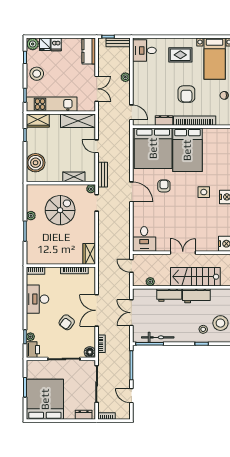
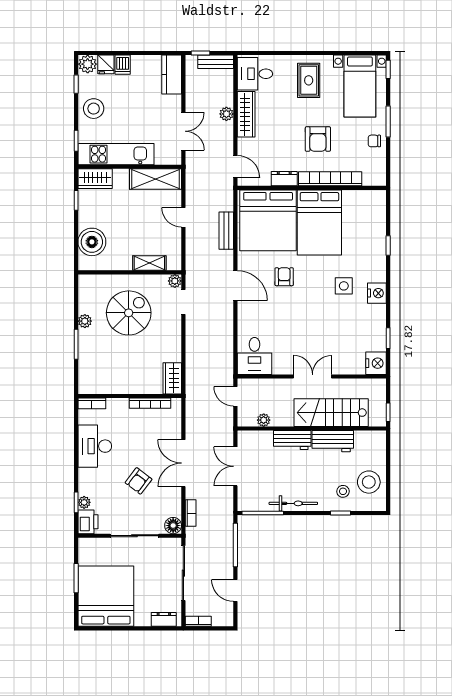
rug: (180, 55) -> (309, 80), turned 90
wardrobe: (139, 78) -> (246, 114), added
bench: (103, 175) -> (226, 231), moved
bicycle: (158, 337) -> (293, 503), moved

